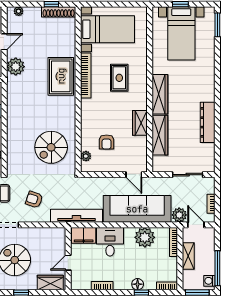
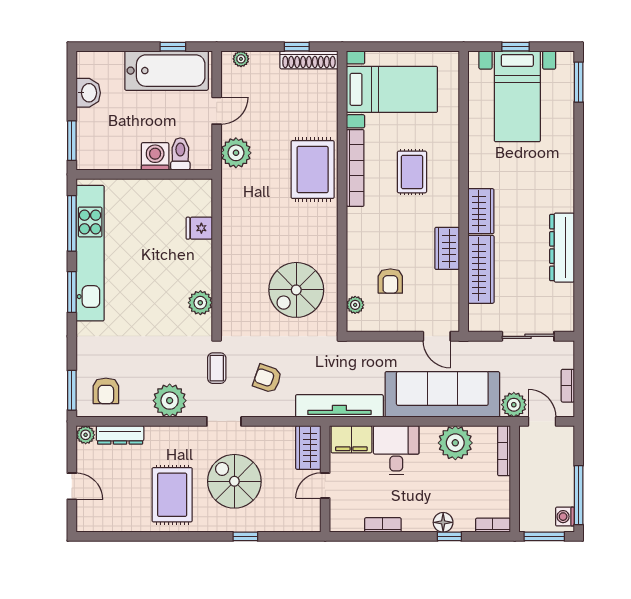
wardrobe: (160, 94) -> (481, 211), width x0.67
shelving: (188, 256) -> (529, 474), removed
wardrobe: (50, 283) -> (308, 448), moved, turned -90

